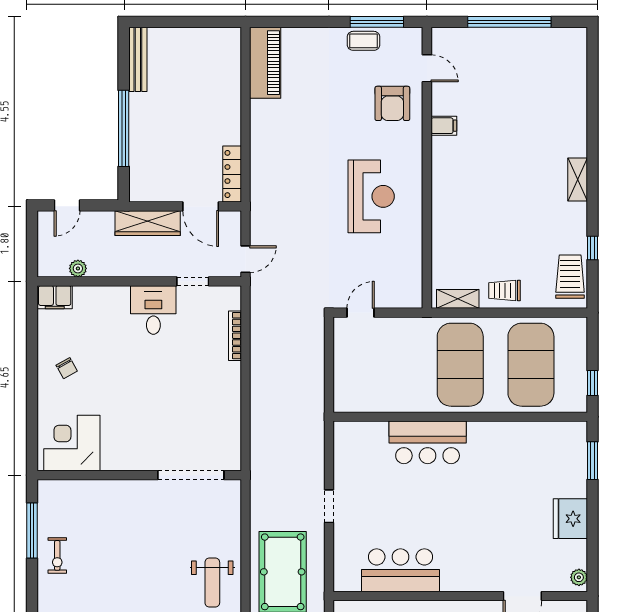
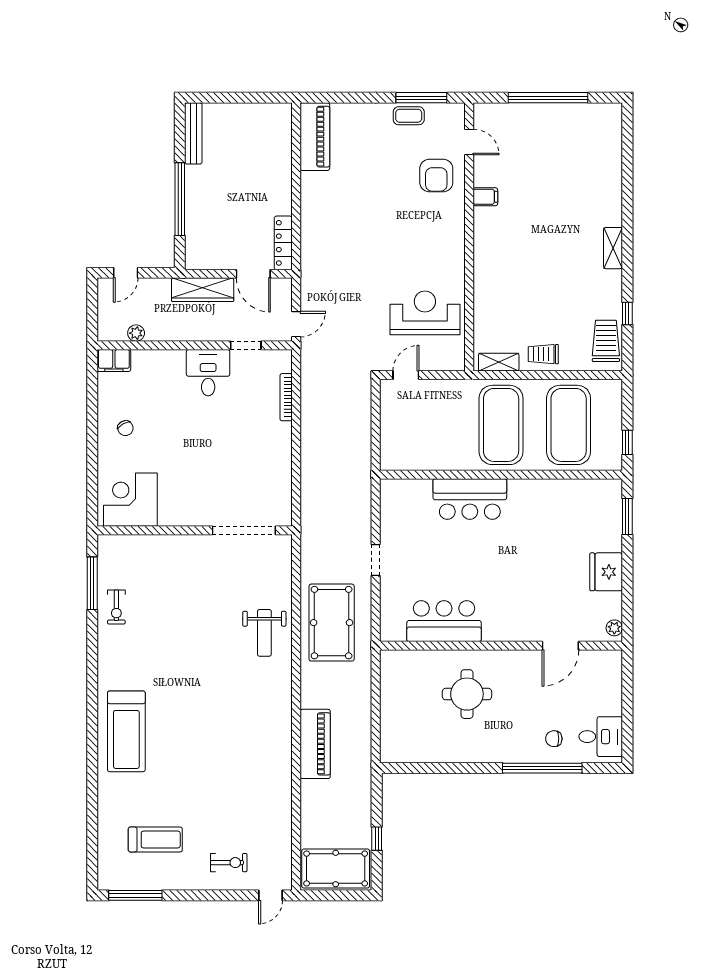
reception desk: (371, 196) -> (425, 313), moved, turned -90

